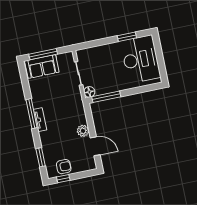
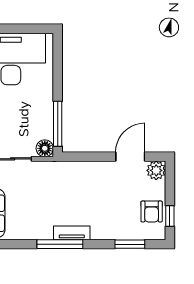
plant: (83, 131) -> (156, 170), moved
armchair: (64, 167) -> (152, 212), turned 180

